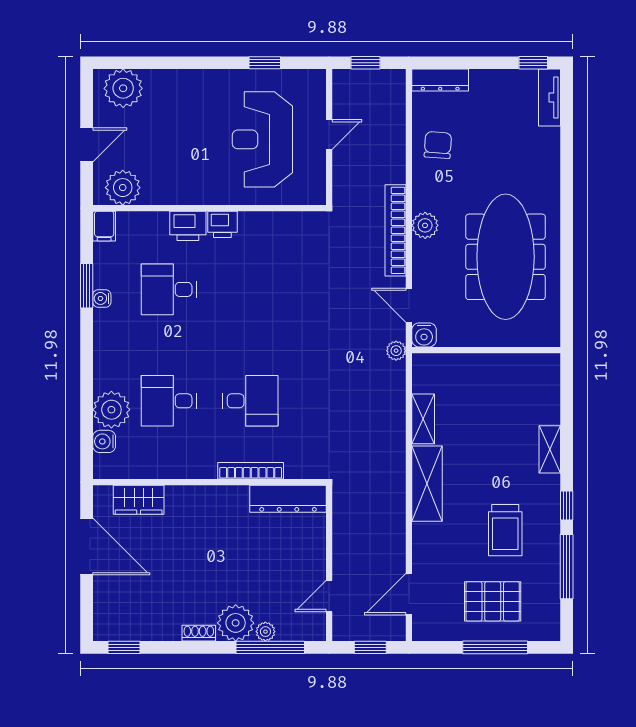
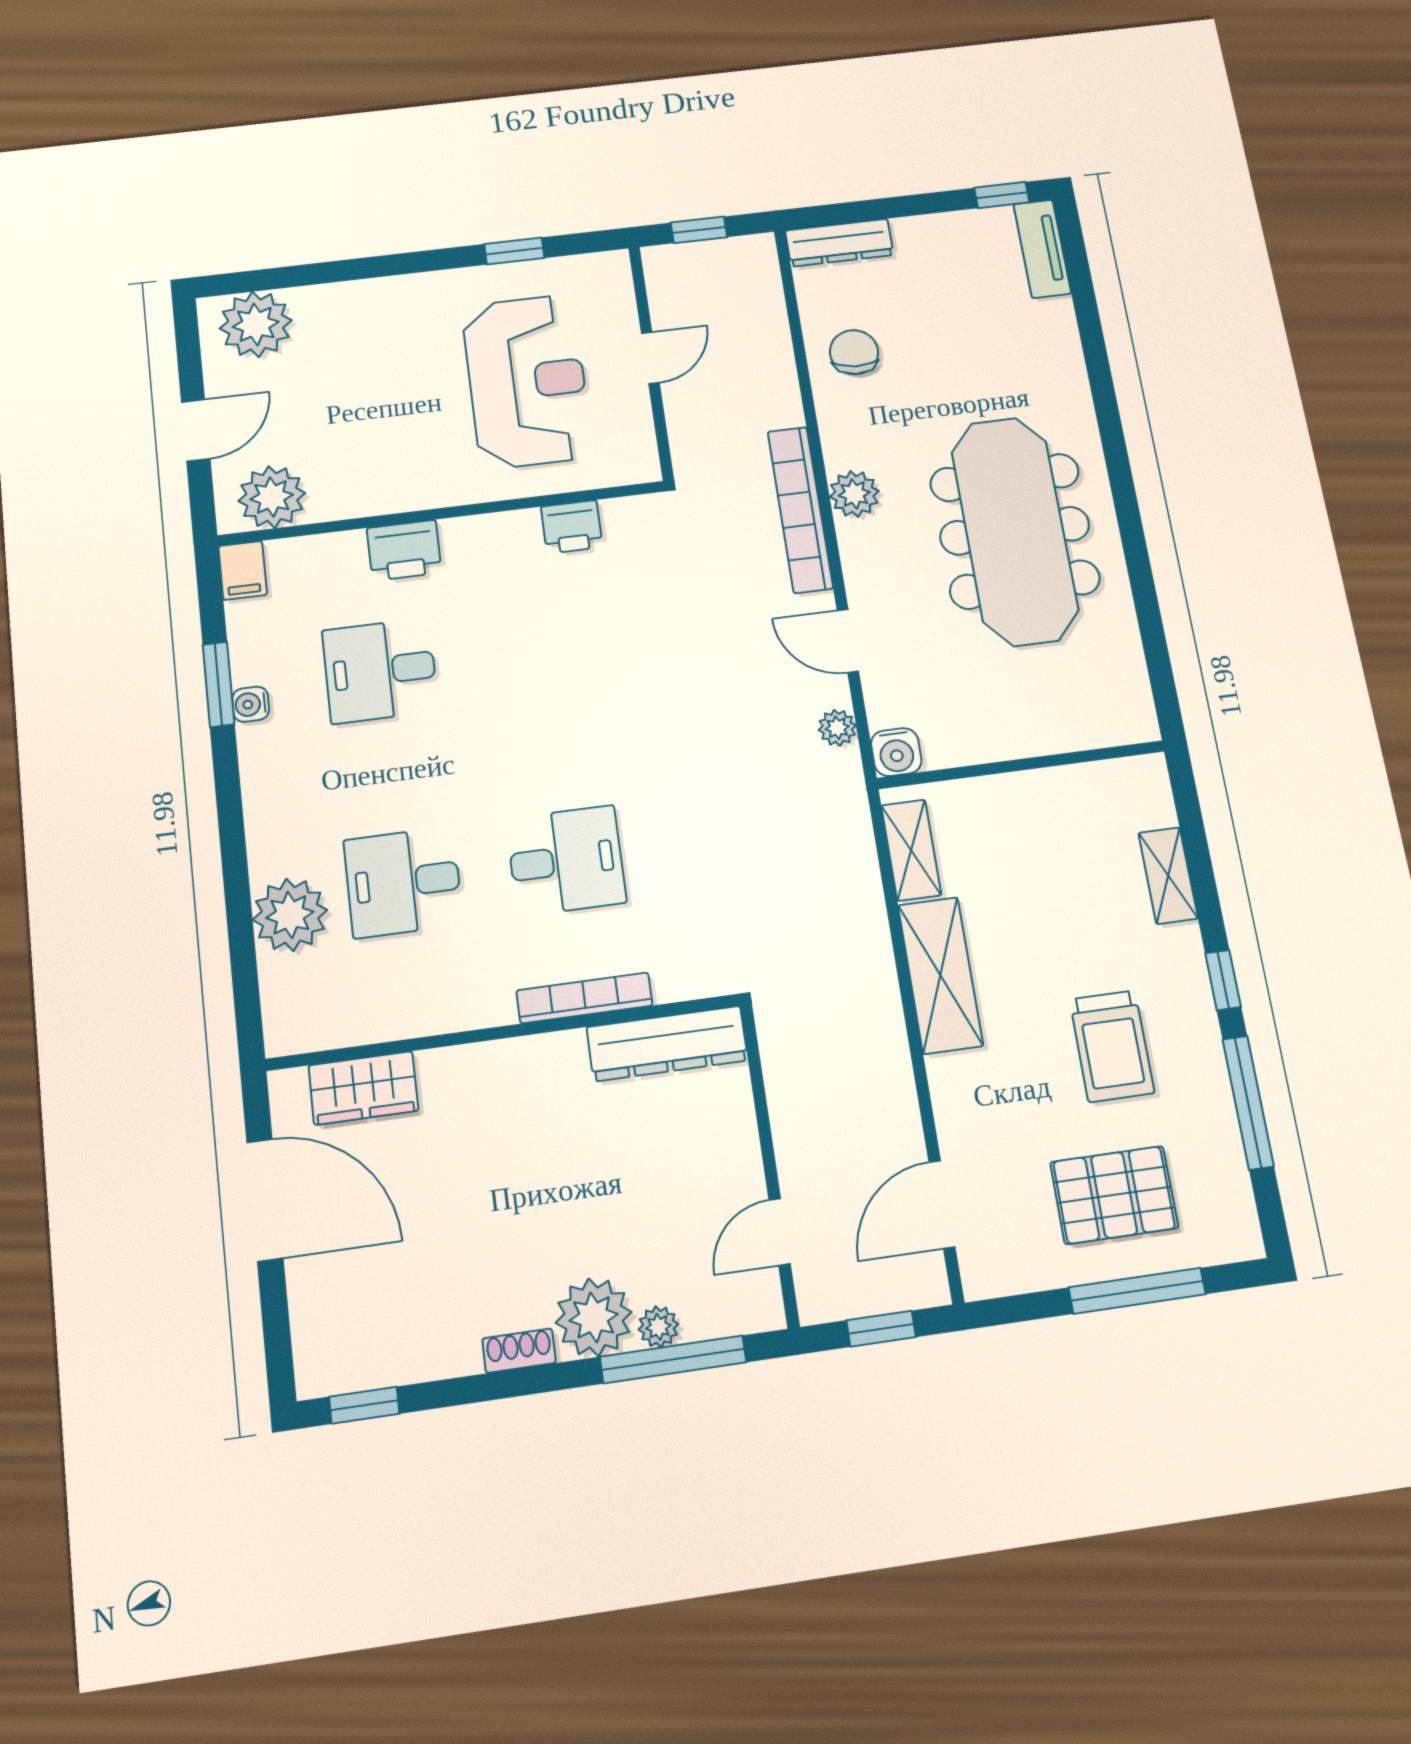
reception desk: (262, 139) -> (527, 381), turned 180
printer: (222, 224) -> (572, 527), moved
water cooler: (424, 335) -> (896, 752), moved
wall: (486, 350) -> (1021, 765), moved
water cooler: (104, 441) -> (281, 980), removed

